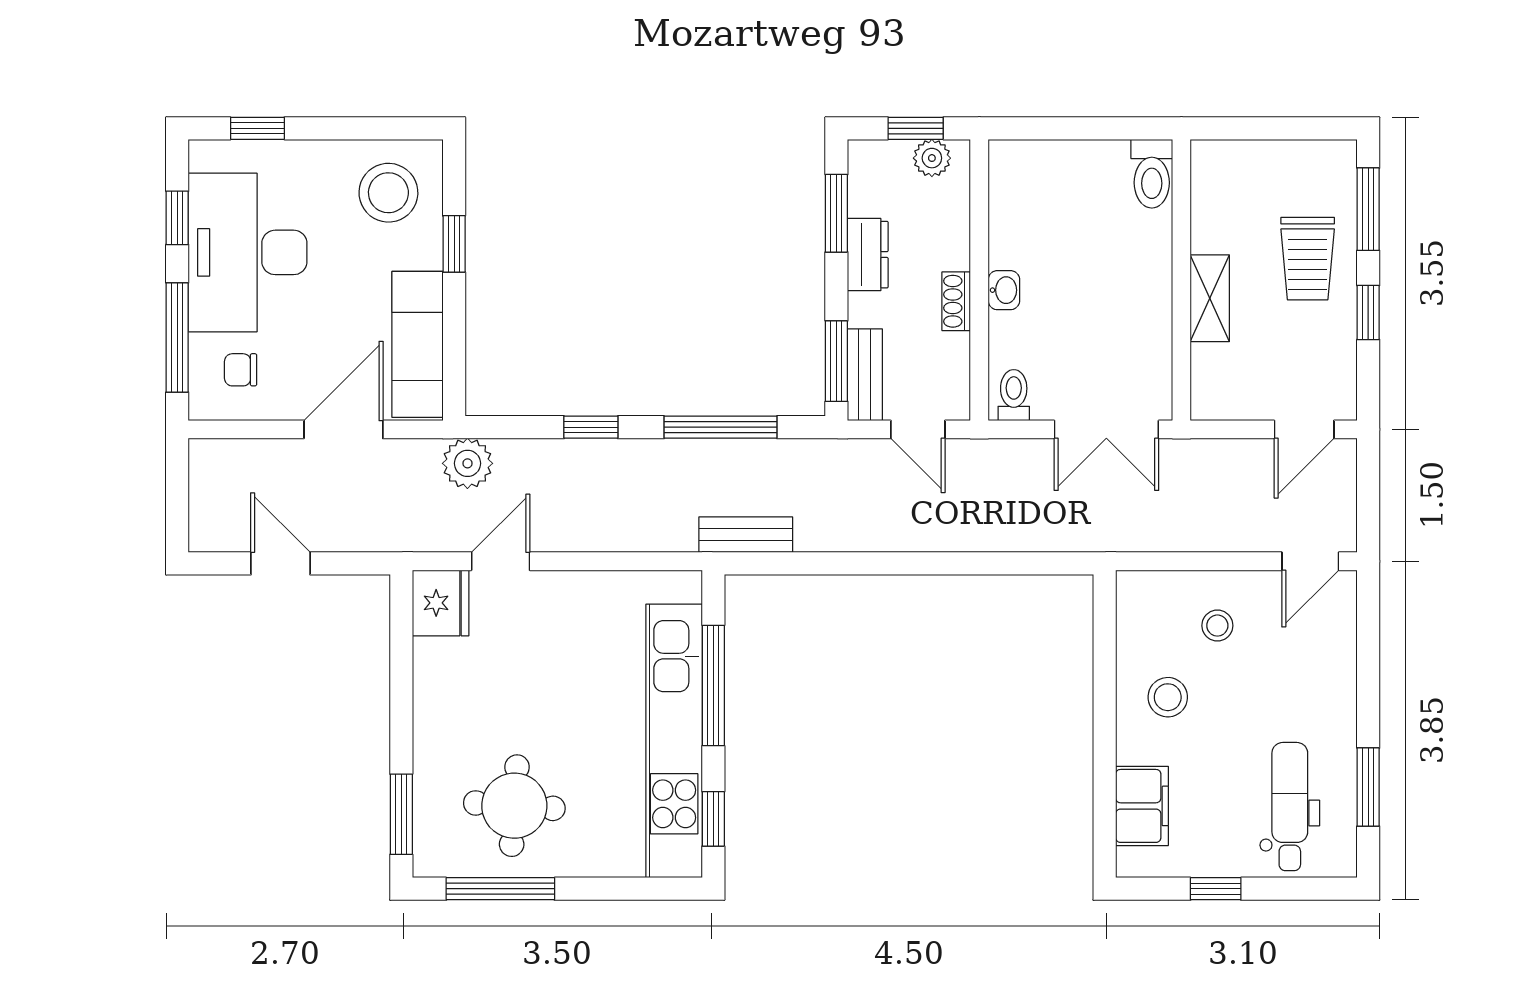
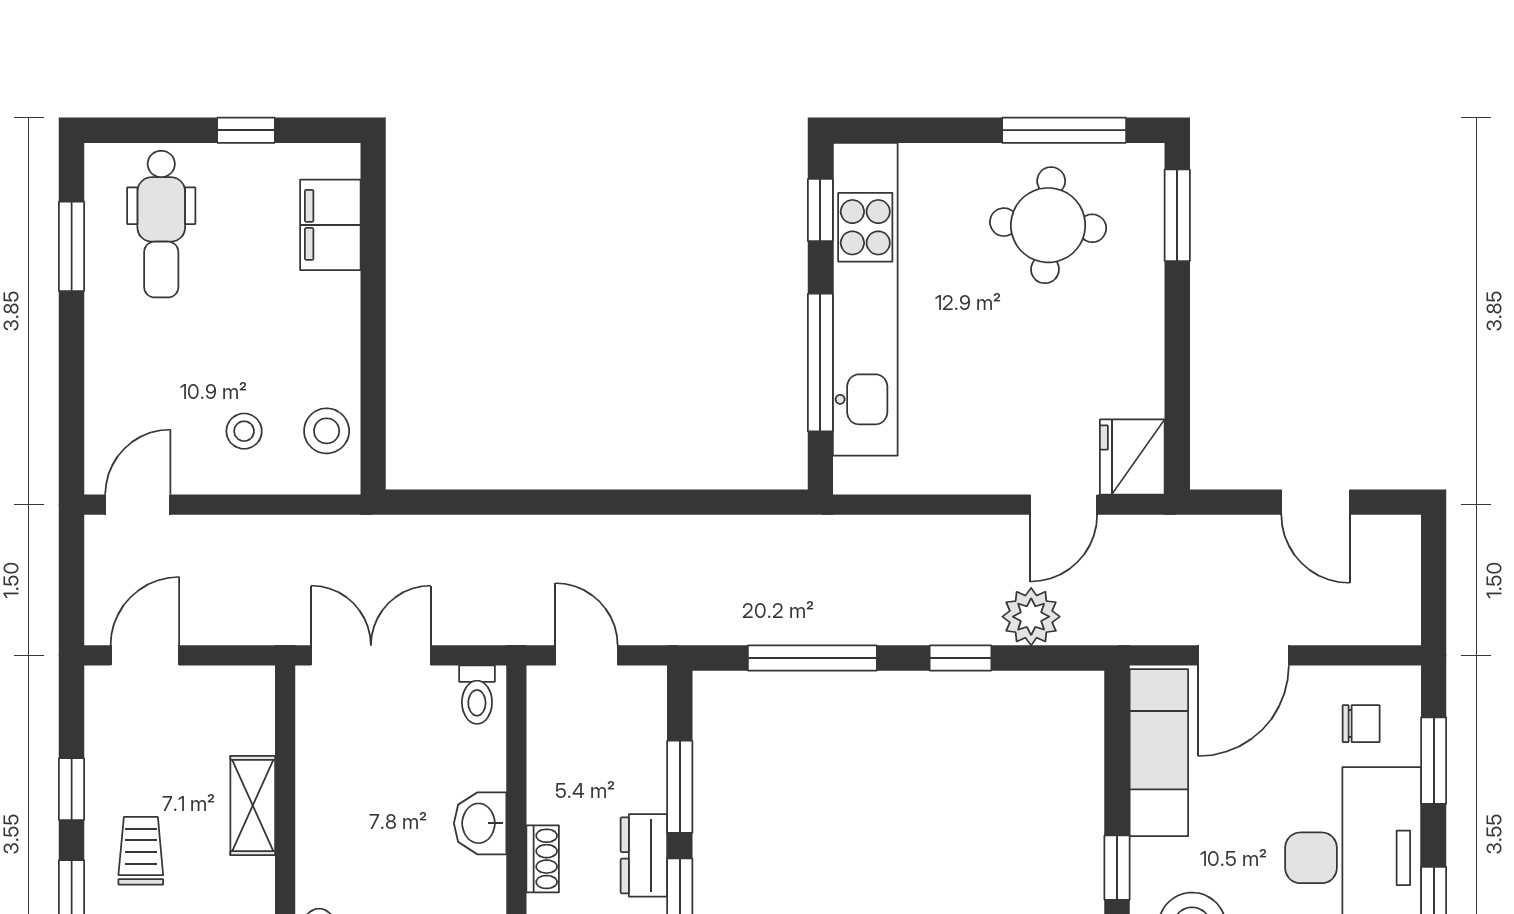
trolley: (1308, 259) -> (141, 851), width x0.73, depth x0.72
washbasin: (1004, 290) -> (480, 823), width x1.38, depth x1.45
shoe rack: (956, 301) -> (543, 859), moved
window: (177, 337) -> (1434, 761), width x0.69
window: (836, 361) -> (680, 787), moved
bench: (865, 375) -> (647, 718), removed
plant: (467, 463) -> (1031, 617), moved
bench: (746, 535) -> (783, 535), removed
stool: (1168, 697) -> (327, 431), moved

